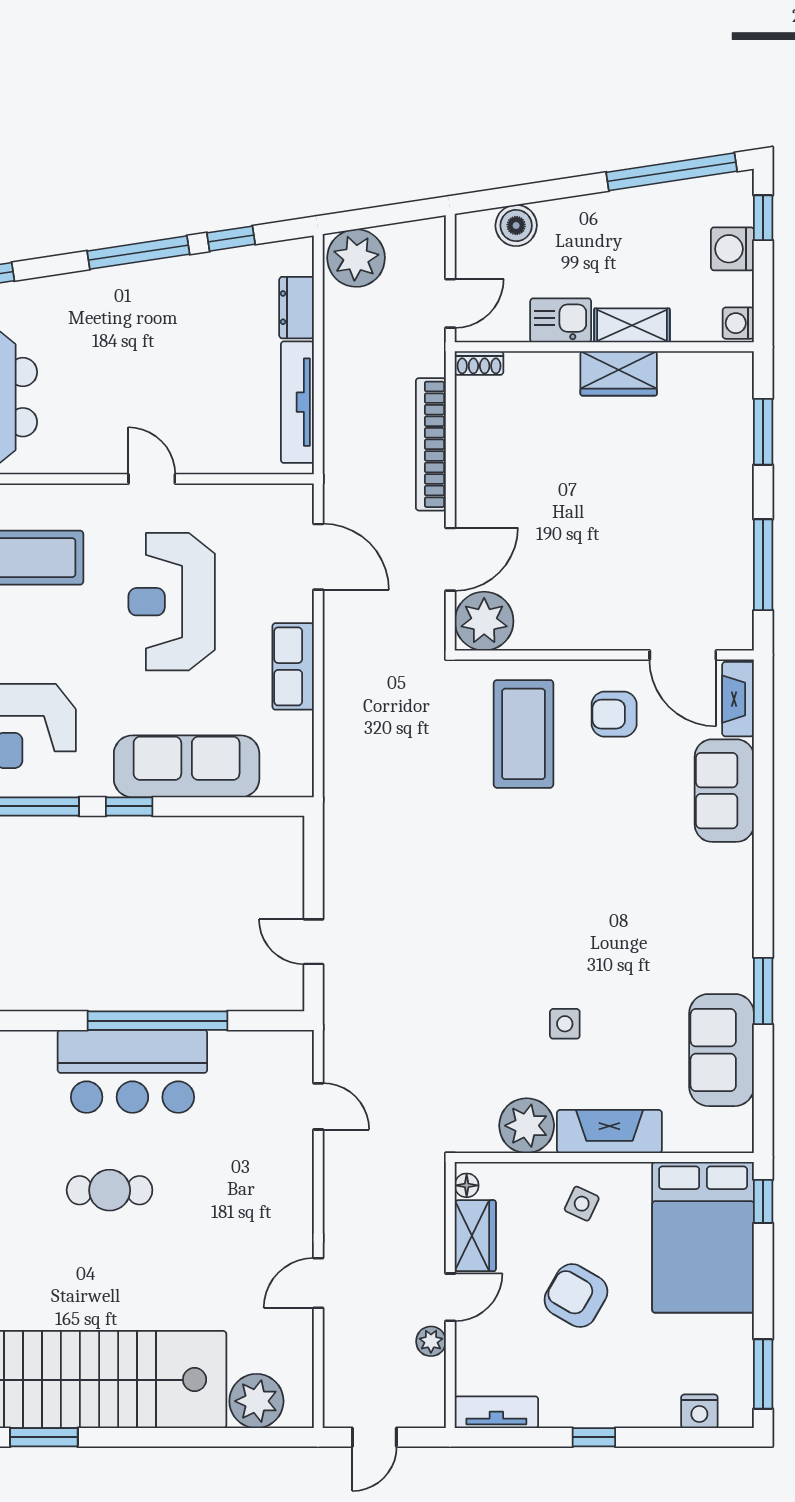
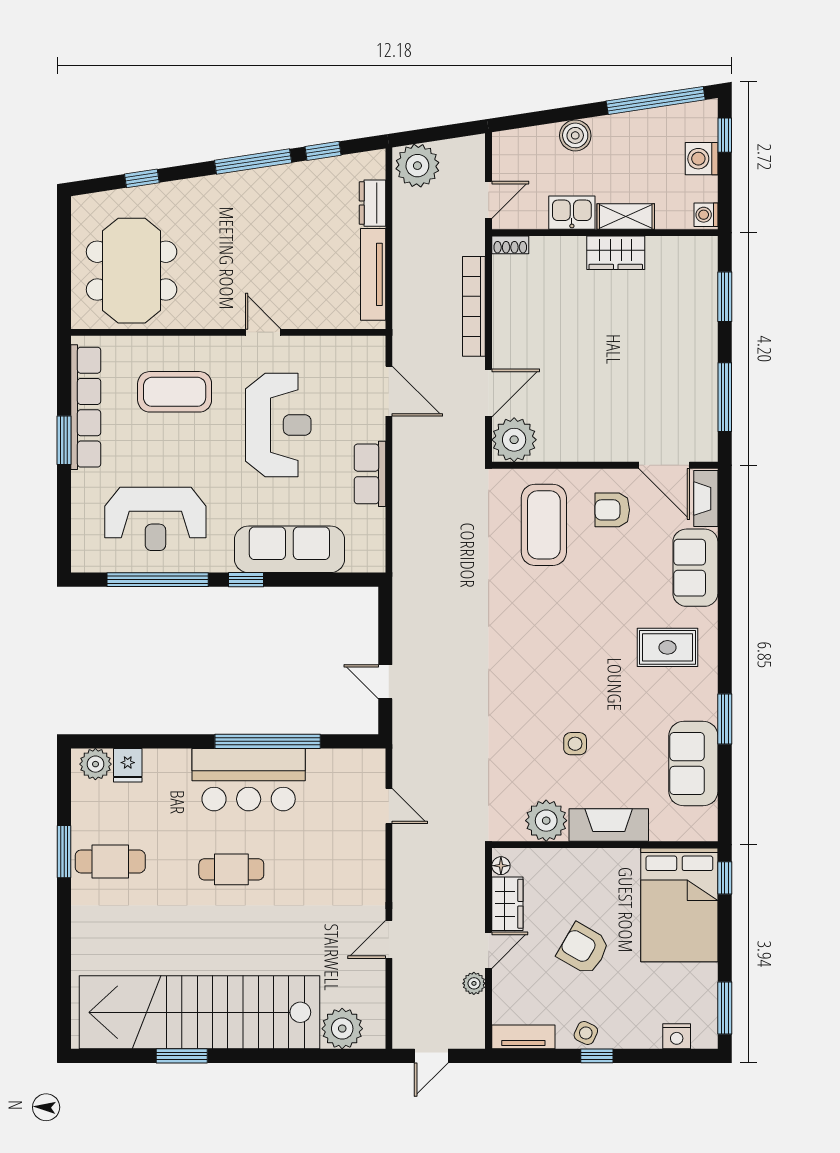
boiler: (516, 225) -> (575, 135), moved
reception desk: (172, 602) -> (278, 425), turned 180
rug: (687, 896) -> (668, 647), added
side table: (582, 1204) -> (586, 1033), moved

